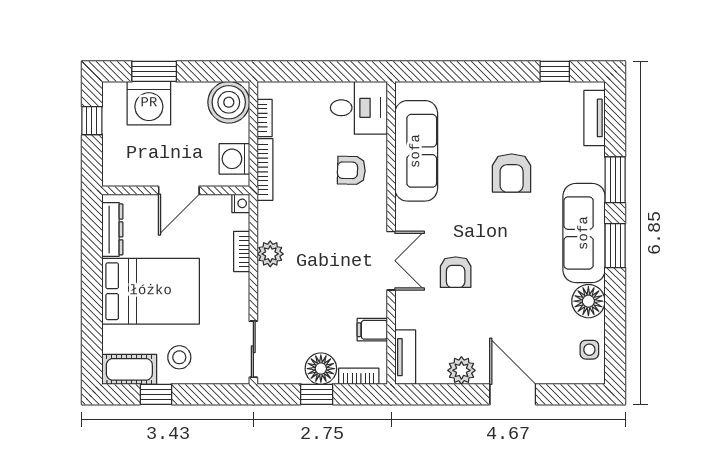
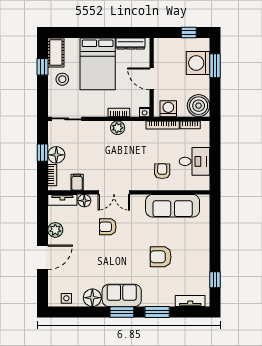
desk: (359, 108) -> (194, 161), moved, turned -90
sofa: (584, 233) -> (122, 295), width x0.73
floor lamp: (407, 316) -> (84, 201), added

